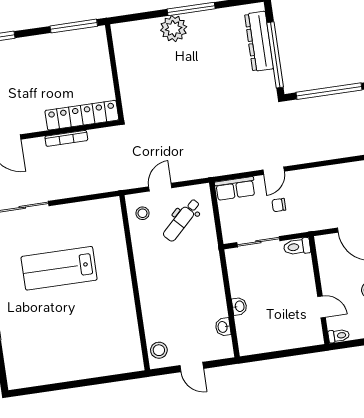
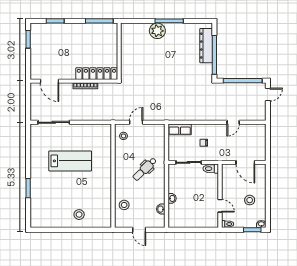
door: (274, 171) -> (233, 122), moved
dental chair: (182, 220) -> (145, 169), moved
lab bench: (59, 268) -> (70, 161), turned 180
stool: (159, 350) -> (124, 205), moved
stool: (87, 356) -> (79, 215), added

